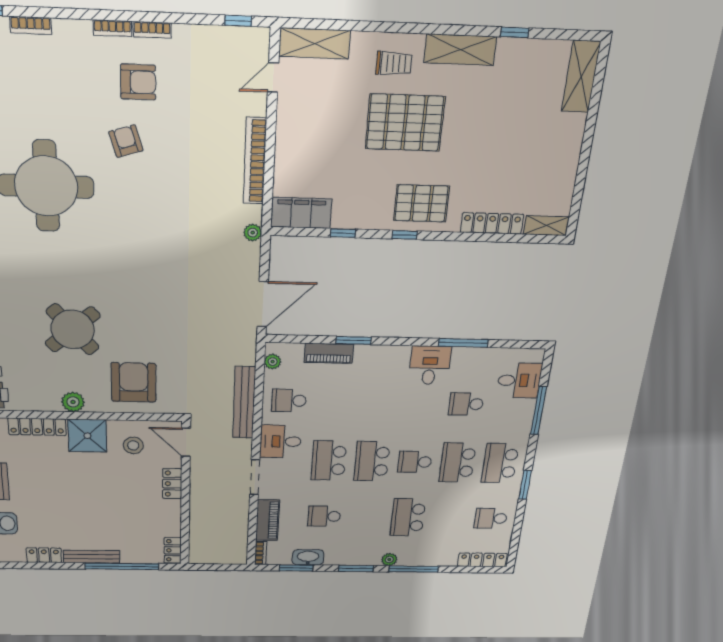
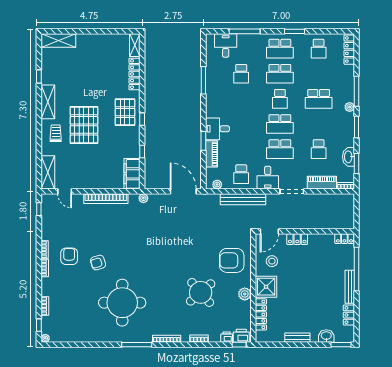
desk: (430, 365) -> (217, 129), moved

